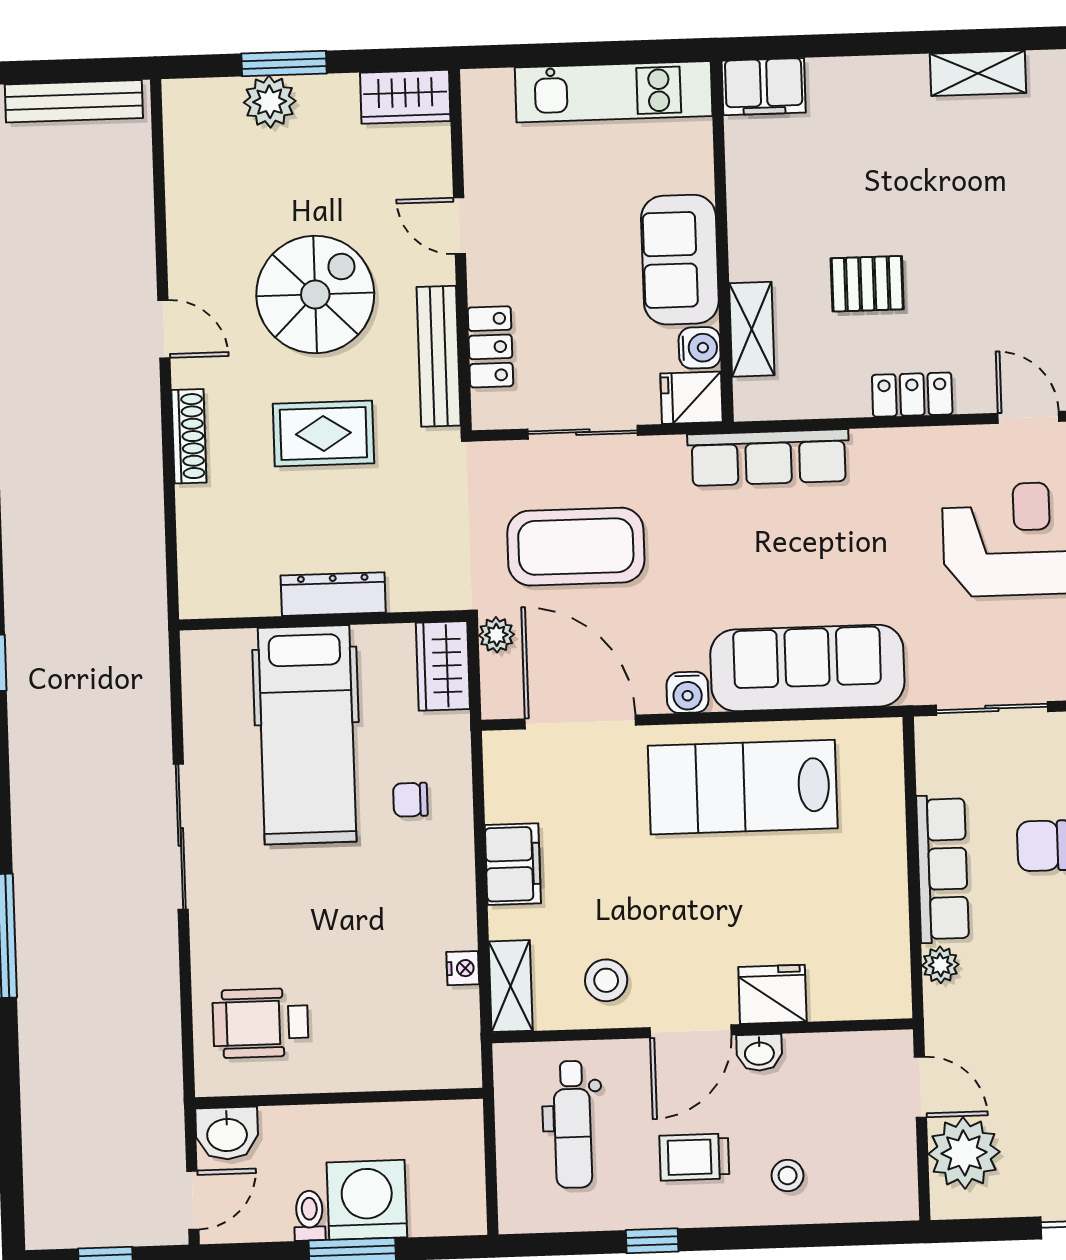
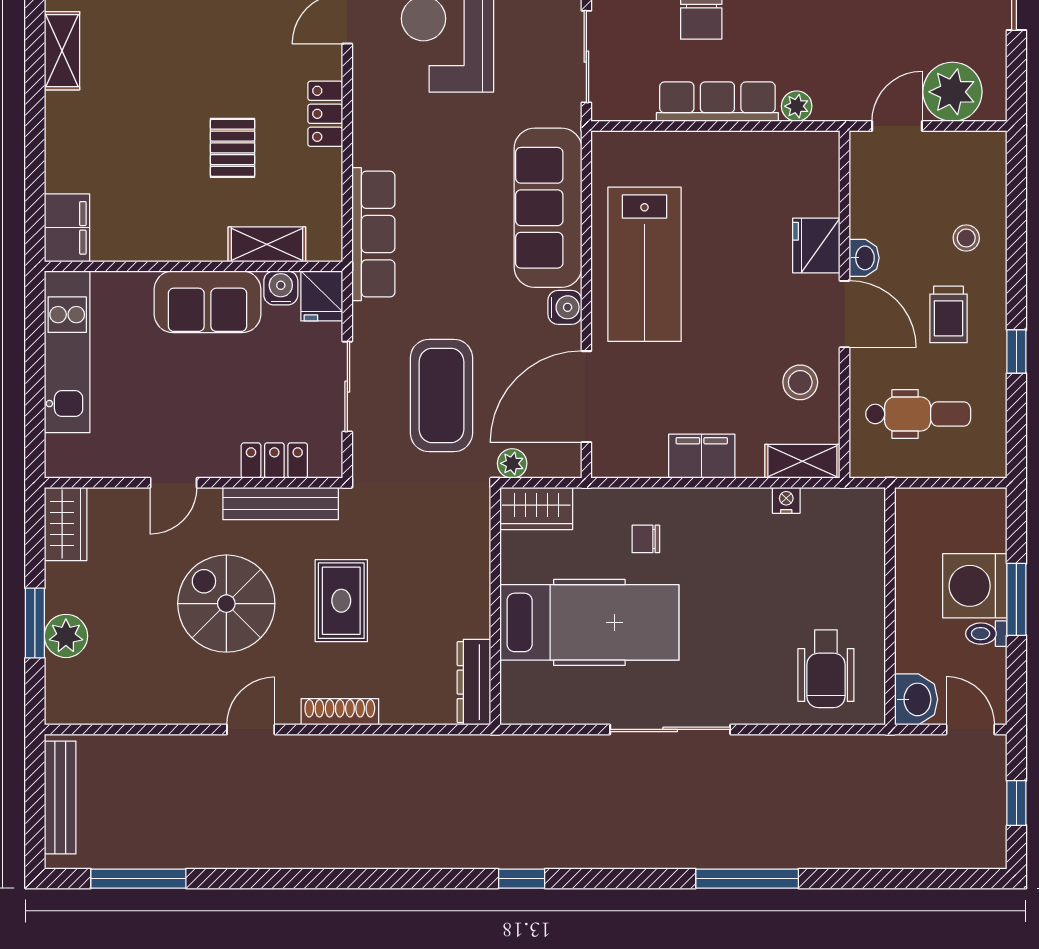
dresser: (333, 594) -> (474, 682), moved
chair: (410, 800) -> (646, 539), turned 90

